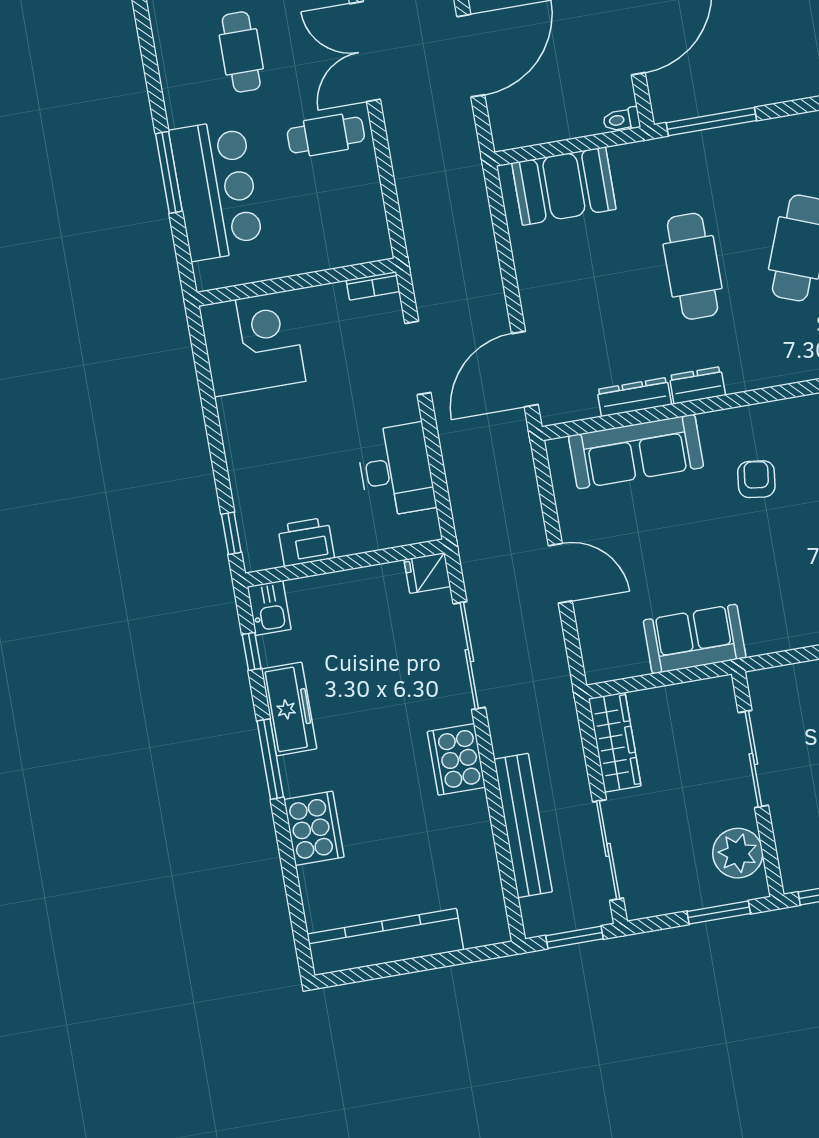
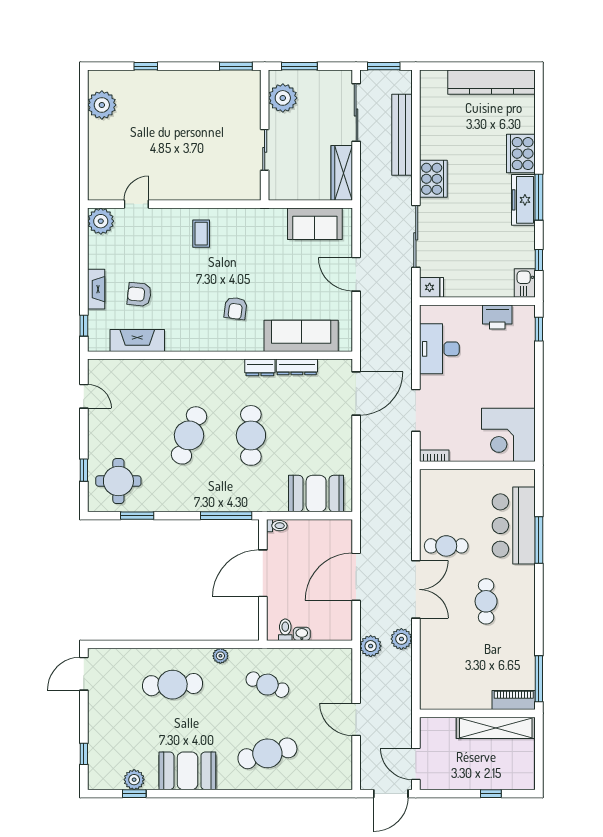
sofa: (695, 639) -> (315, 224), moved
freezer: (289, 709) -> (523, 200), moved
sliding door: (753, 759) -> (265, 150), width x0.73

